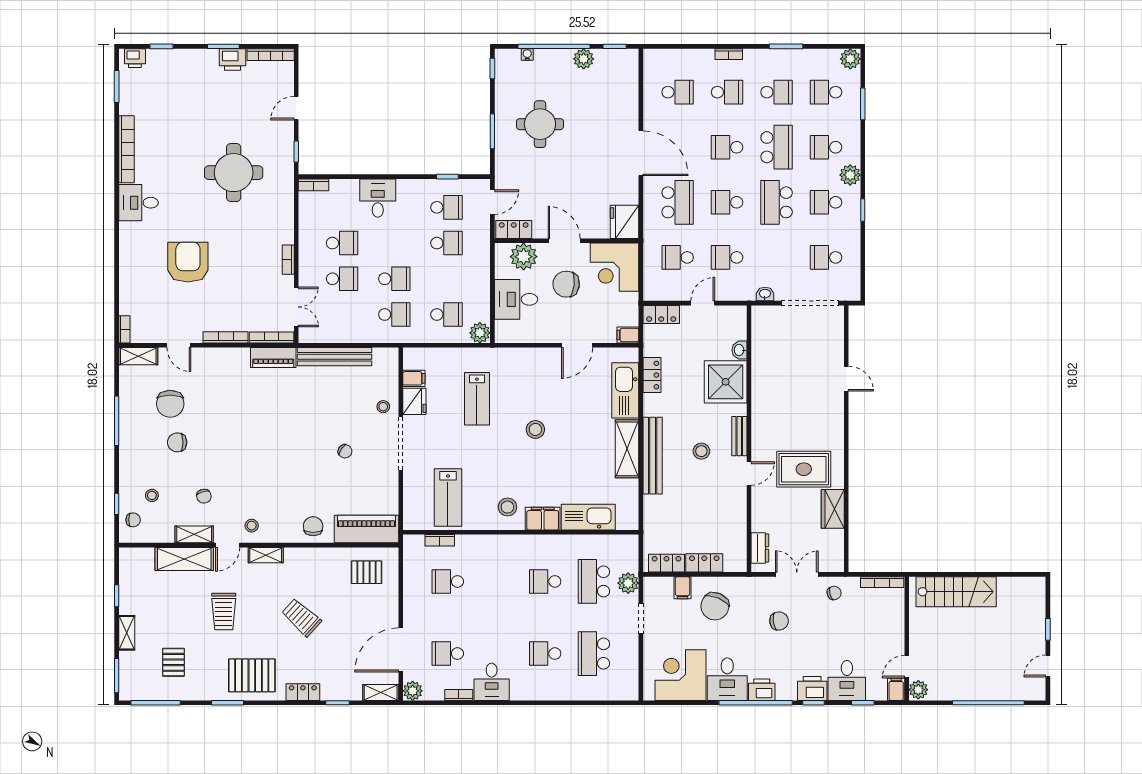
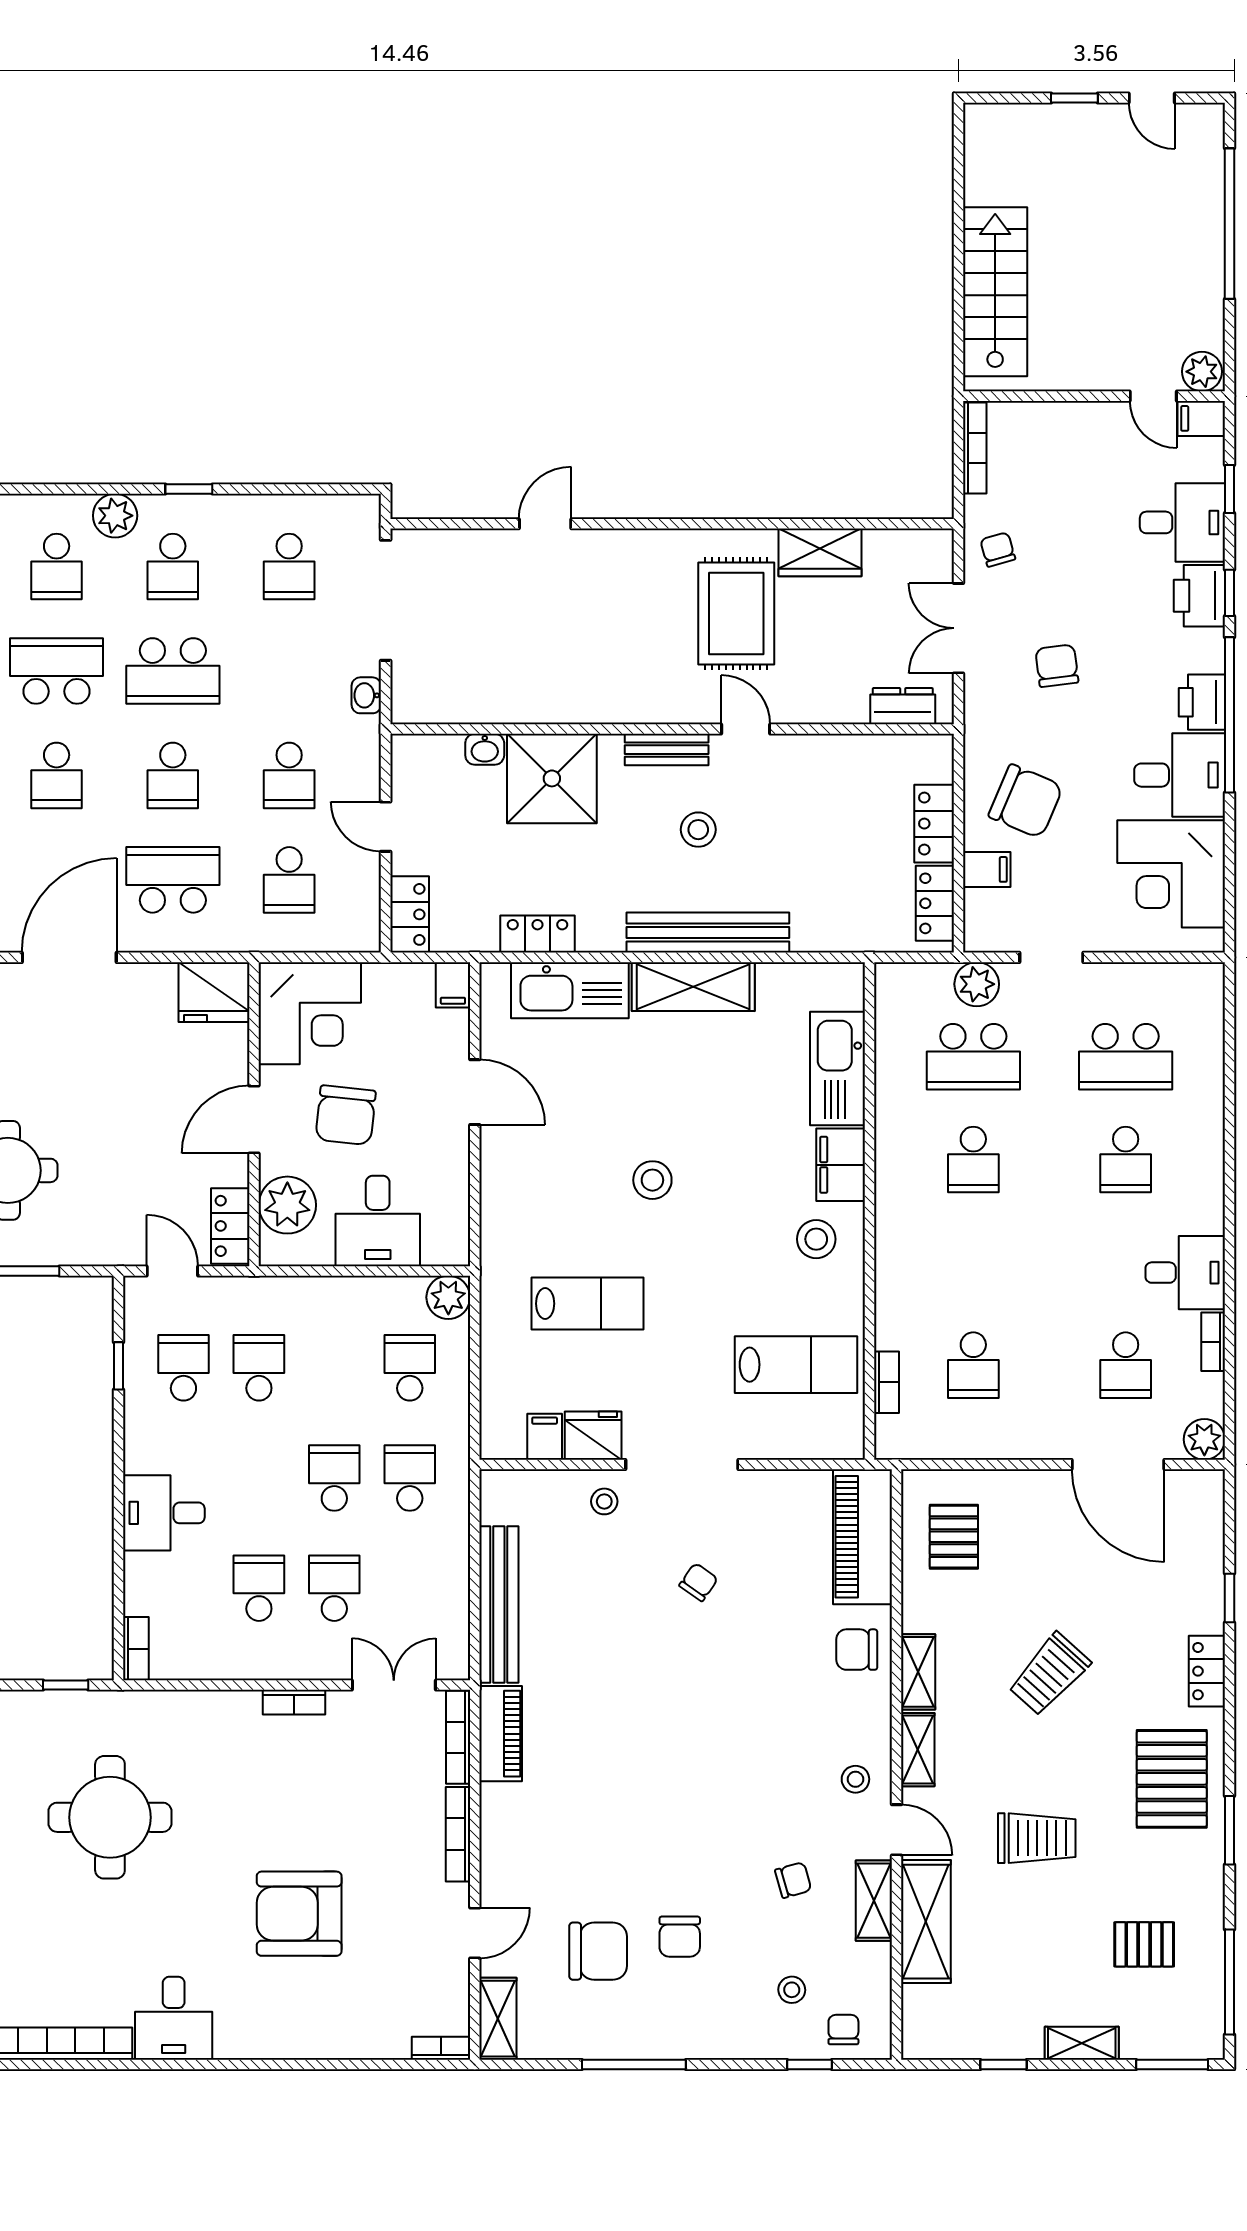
shelving: (381, 693) -> (918, 1672), moved

